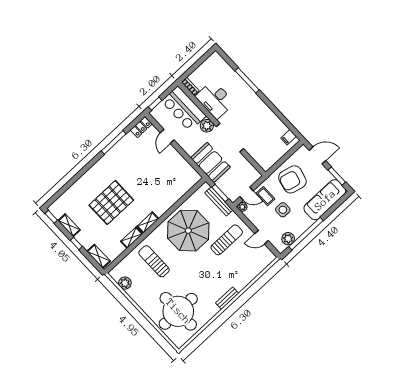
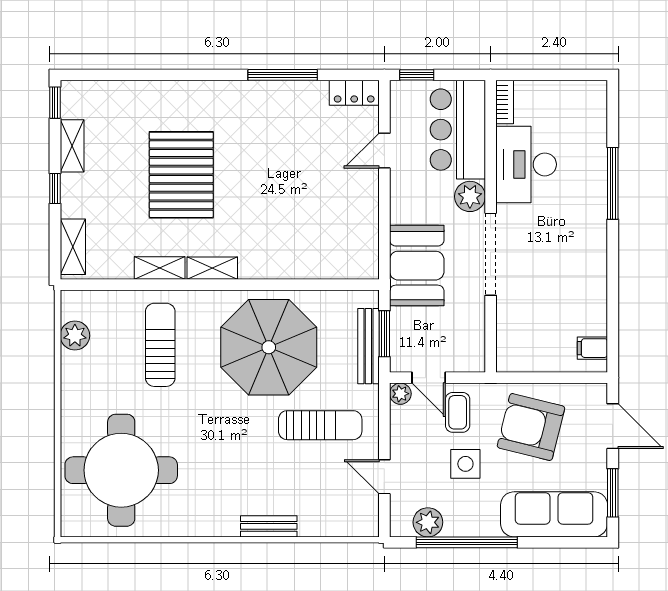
pallet: (111, 203) -> (181, 175), turned 90
bench: (227, 298) -> (269, 526), moved

